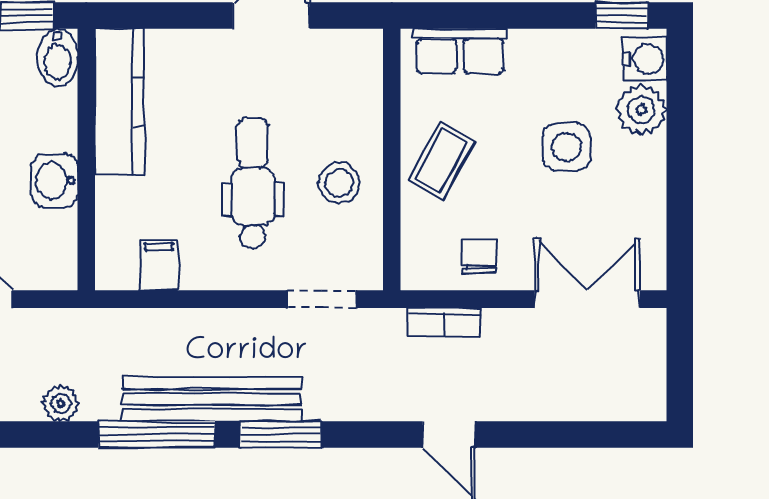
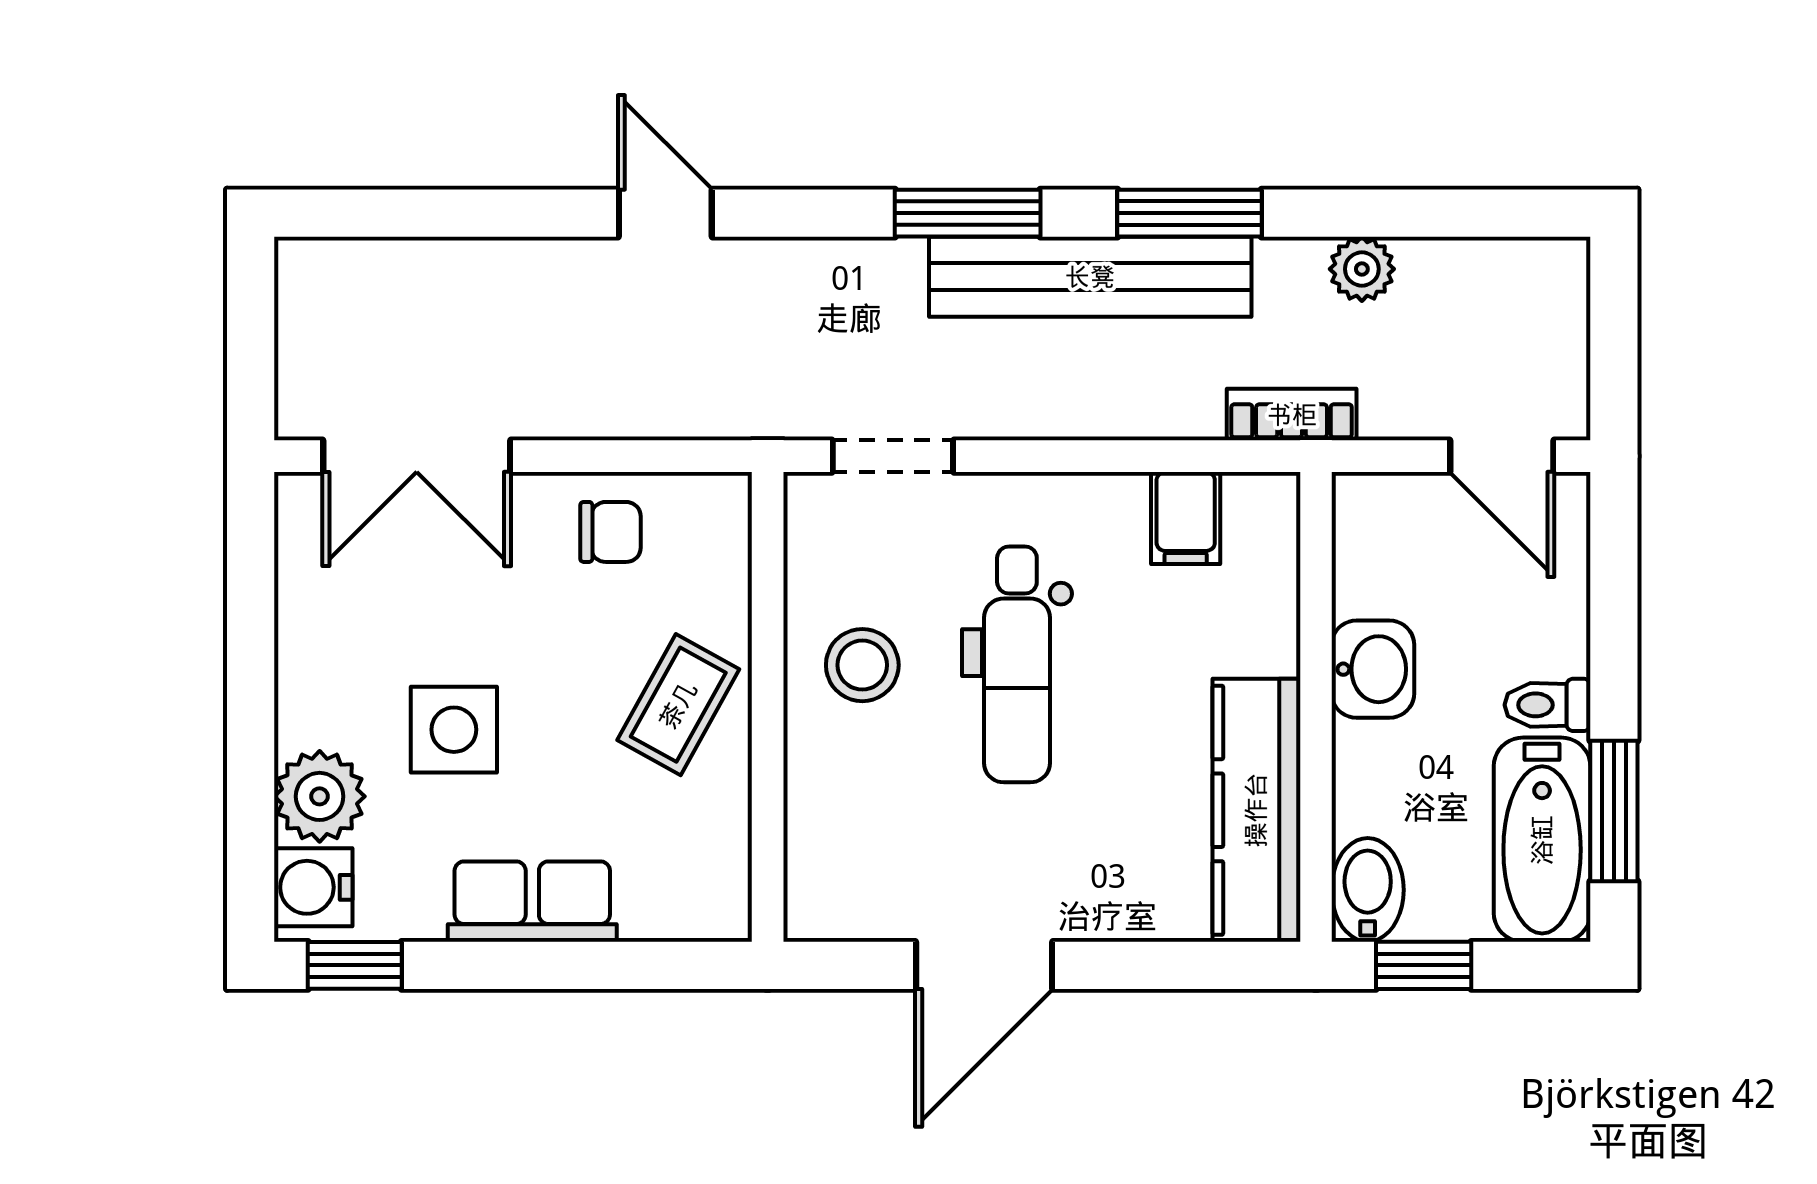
row of seats: (460, 51) -> (532, 902), moved
chair: (479, 257) -> (610, 532), turned -90
bookcase: (444, 322) -> (1292, 415), moved
window: (157, 434) -> (1189, 213), width x0.69

